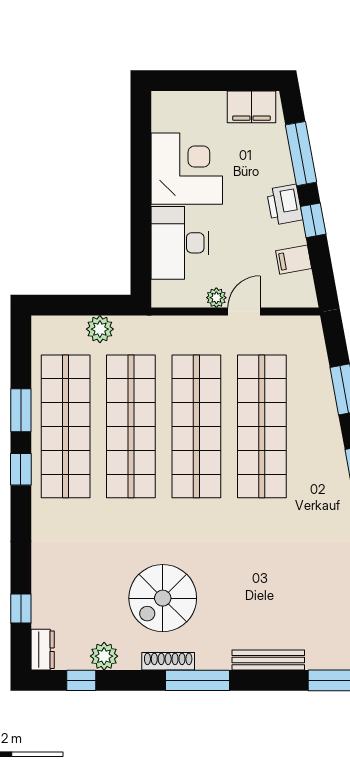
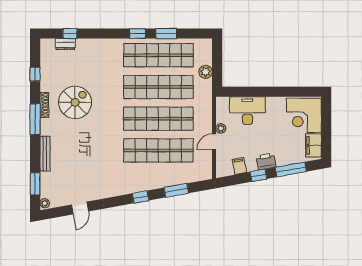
corner desk: (187, 169) -> (304, 115), moved, turned 90
door: (244, 312) -> (214, 142), swing flipped
spiral stairs: (163, 598) -> (75, 102), turned 90
dresser: (43, 650) -> (65, 44), moved
plant: (104, 656) -> (47, 74), removed
window: (81, 680) -> (35, 74), moved

